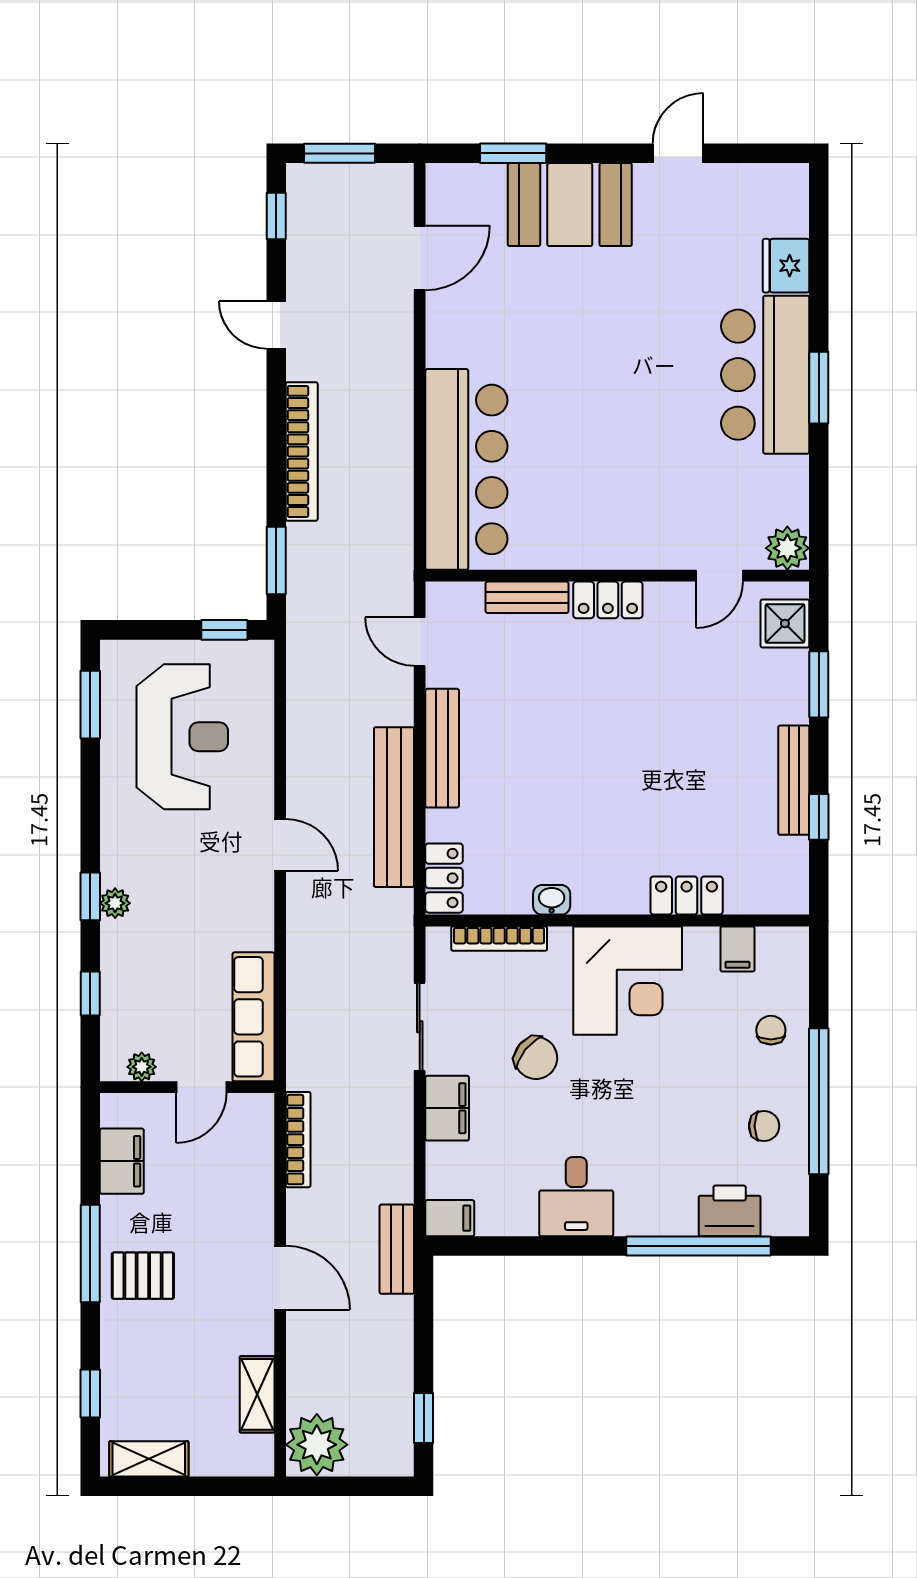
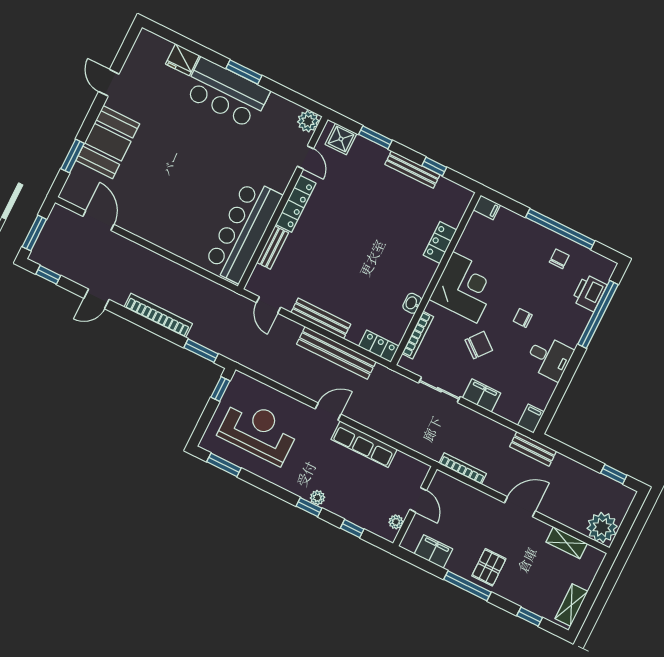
bar counter: (466, 469) -> (243, 231), moved, turned -90
locker: (608, 600) -> (296, 204), width x1.53
door: (420, 642) -> (269, 305), hinge flipped
filing cabinet: (738, 949) -> (487, 207), moved
row of seats: (253, 1017) -> (364, 444), moved
chair: (771, 1030) -> (523, 318), moved

